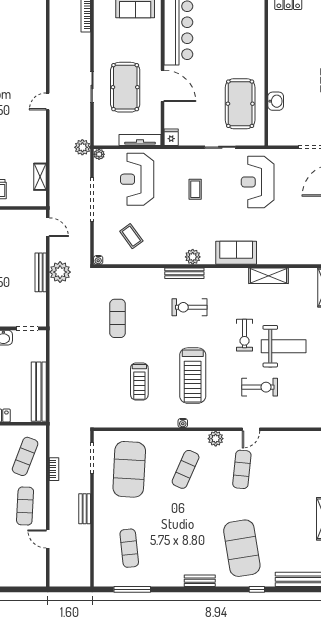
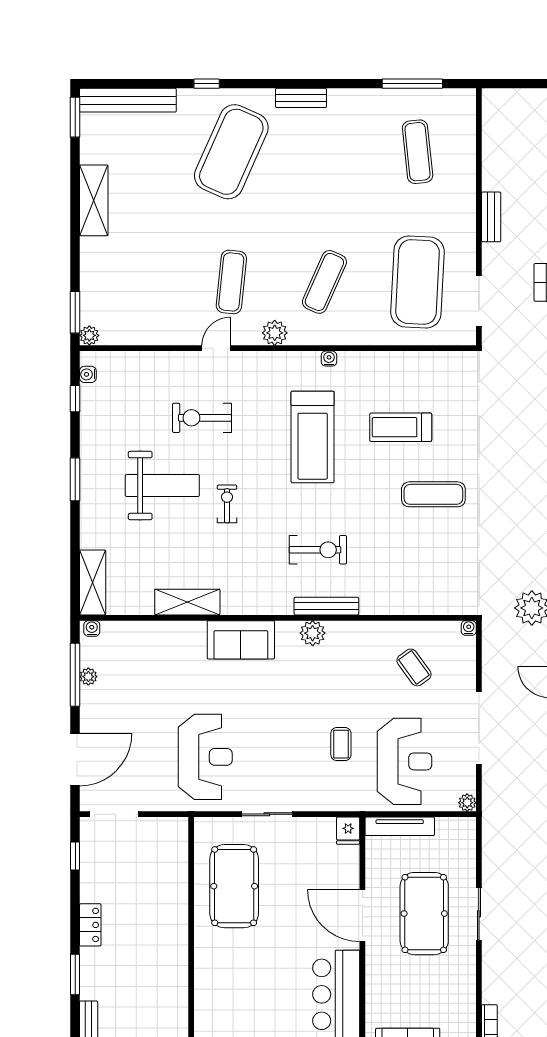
washbasin: (276, 101) -> (175, 890), removed
plant: (82, 147) -> (495, 814), removed
coffee table: (195, 189) -> (341, 744), moved
exercise mat: (118, 318) -> (433, 494), moved, turned 90
exercise bike: (244, 335) -> (227, 504), width x0.73, depth x0.72
weight bench: (284, 346) -> (162, 486), turned 180
treadmill: (193, 376) -> (313, 437), turned 180
treadmill: (139, 381) -> (401, 427), turned -90
exercise mat: (242, 548) -> (231, 152), turned 33

